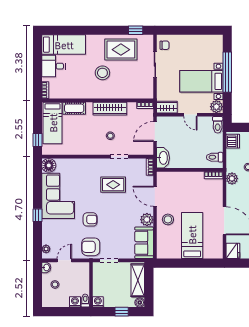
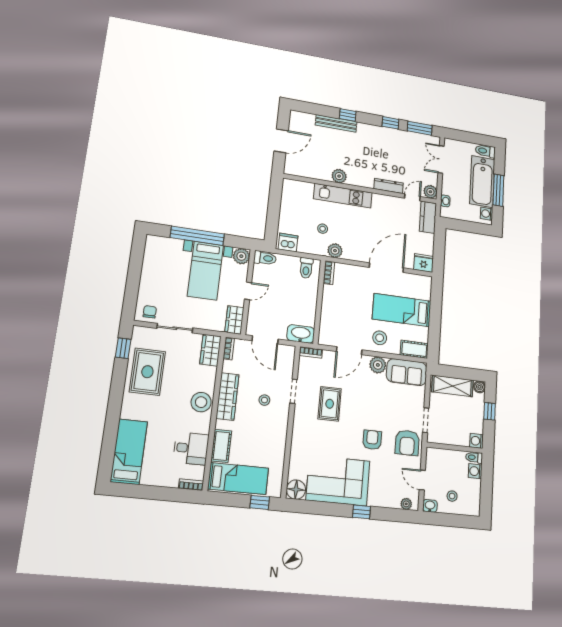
desk: (54, 66) -> (191, 448), moved, turned -90
stool: (102, 73) -> (201, 402), moved
wardrobe: (142, 92) -> (210, 350), added
cot: (163, 248) -> (414, 349), added

